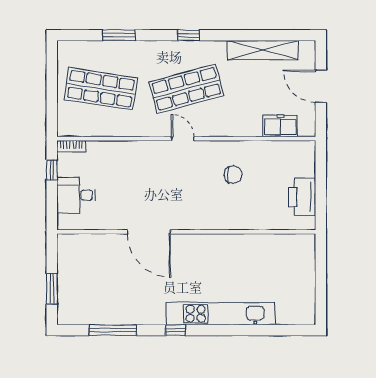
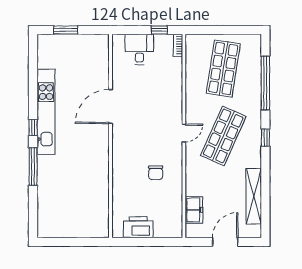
window: (119, 35) -> (265, 83), width x2.11
shop shelf: (186, 89) -> (223, 136), turned 39
kitchen unit: (221, 314) -> (46, 112), moved
window: (113, 330) -> (33, 167), moved

